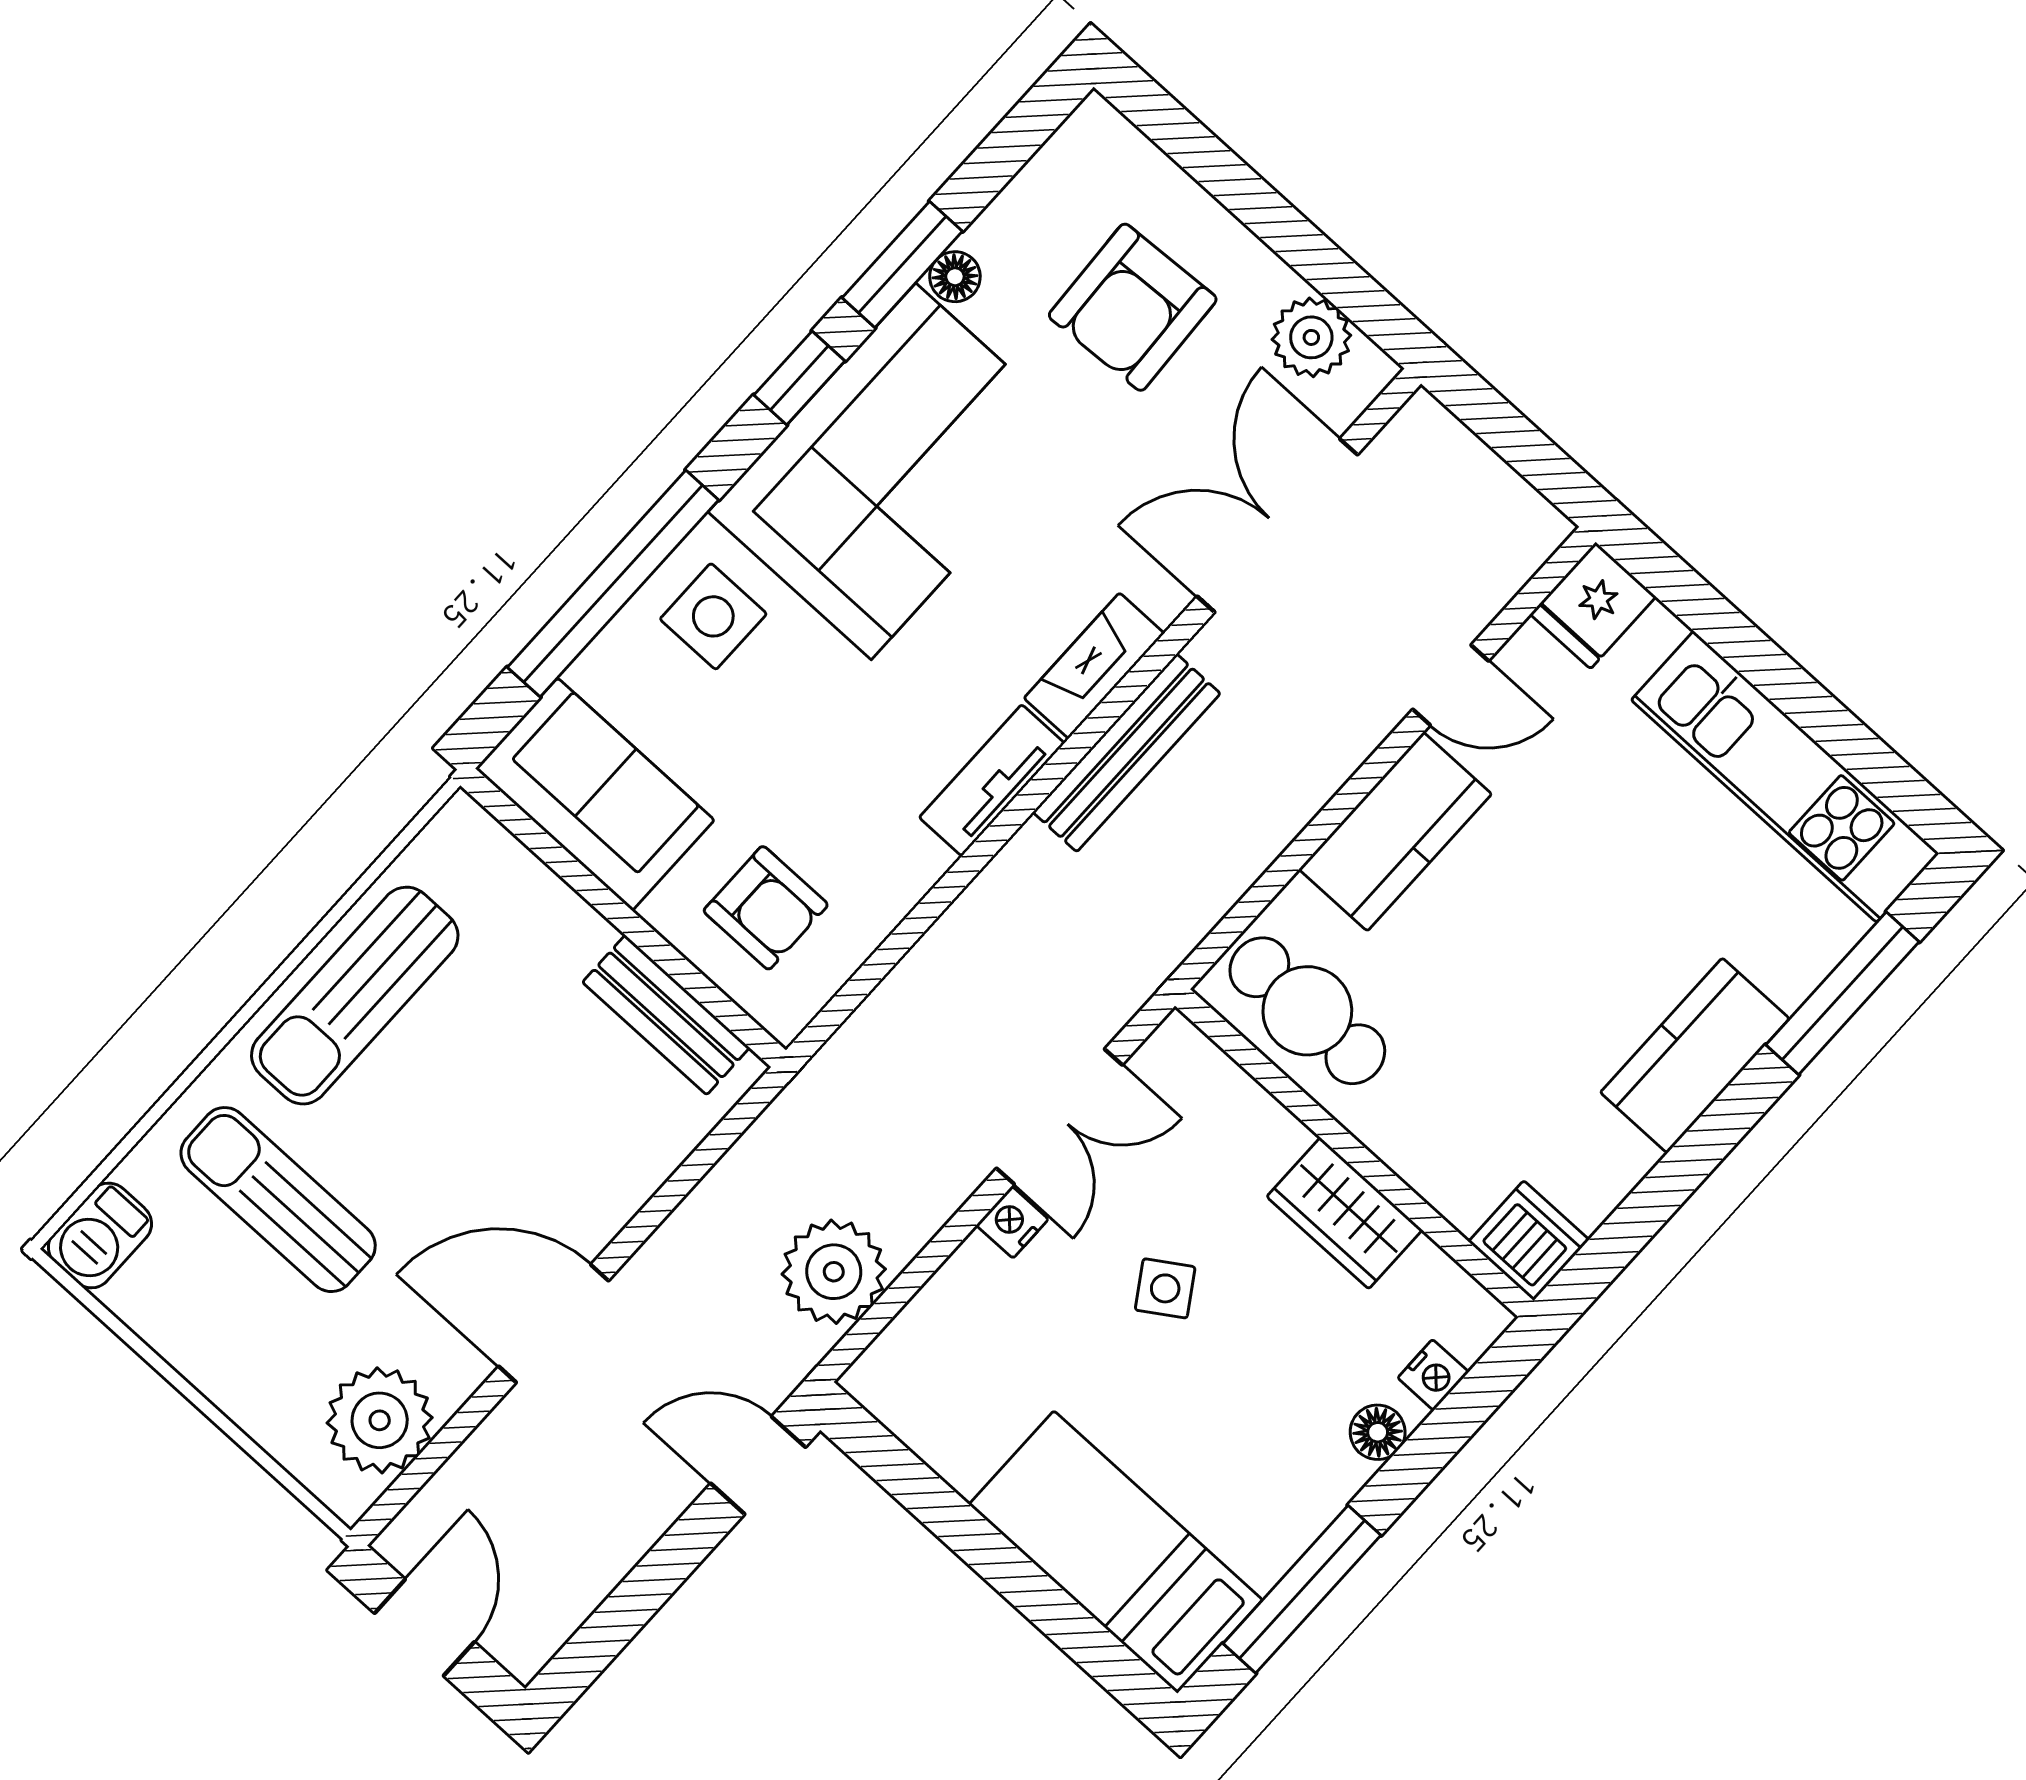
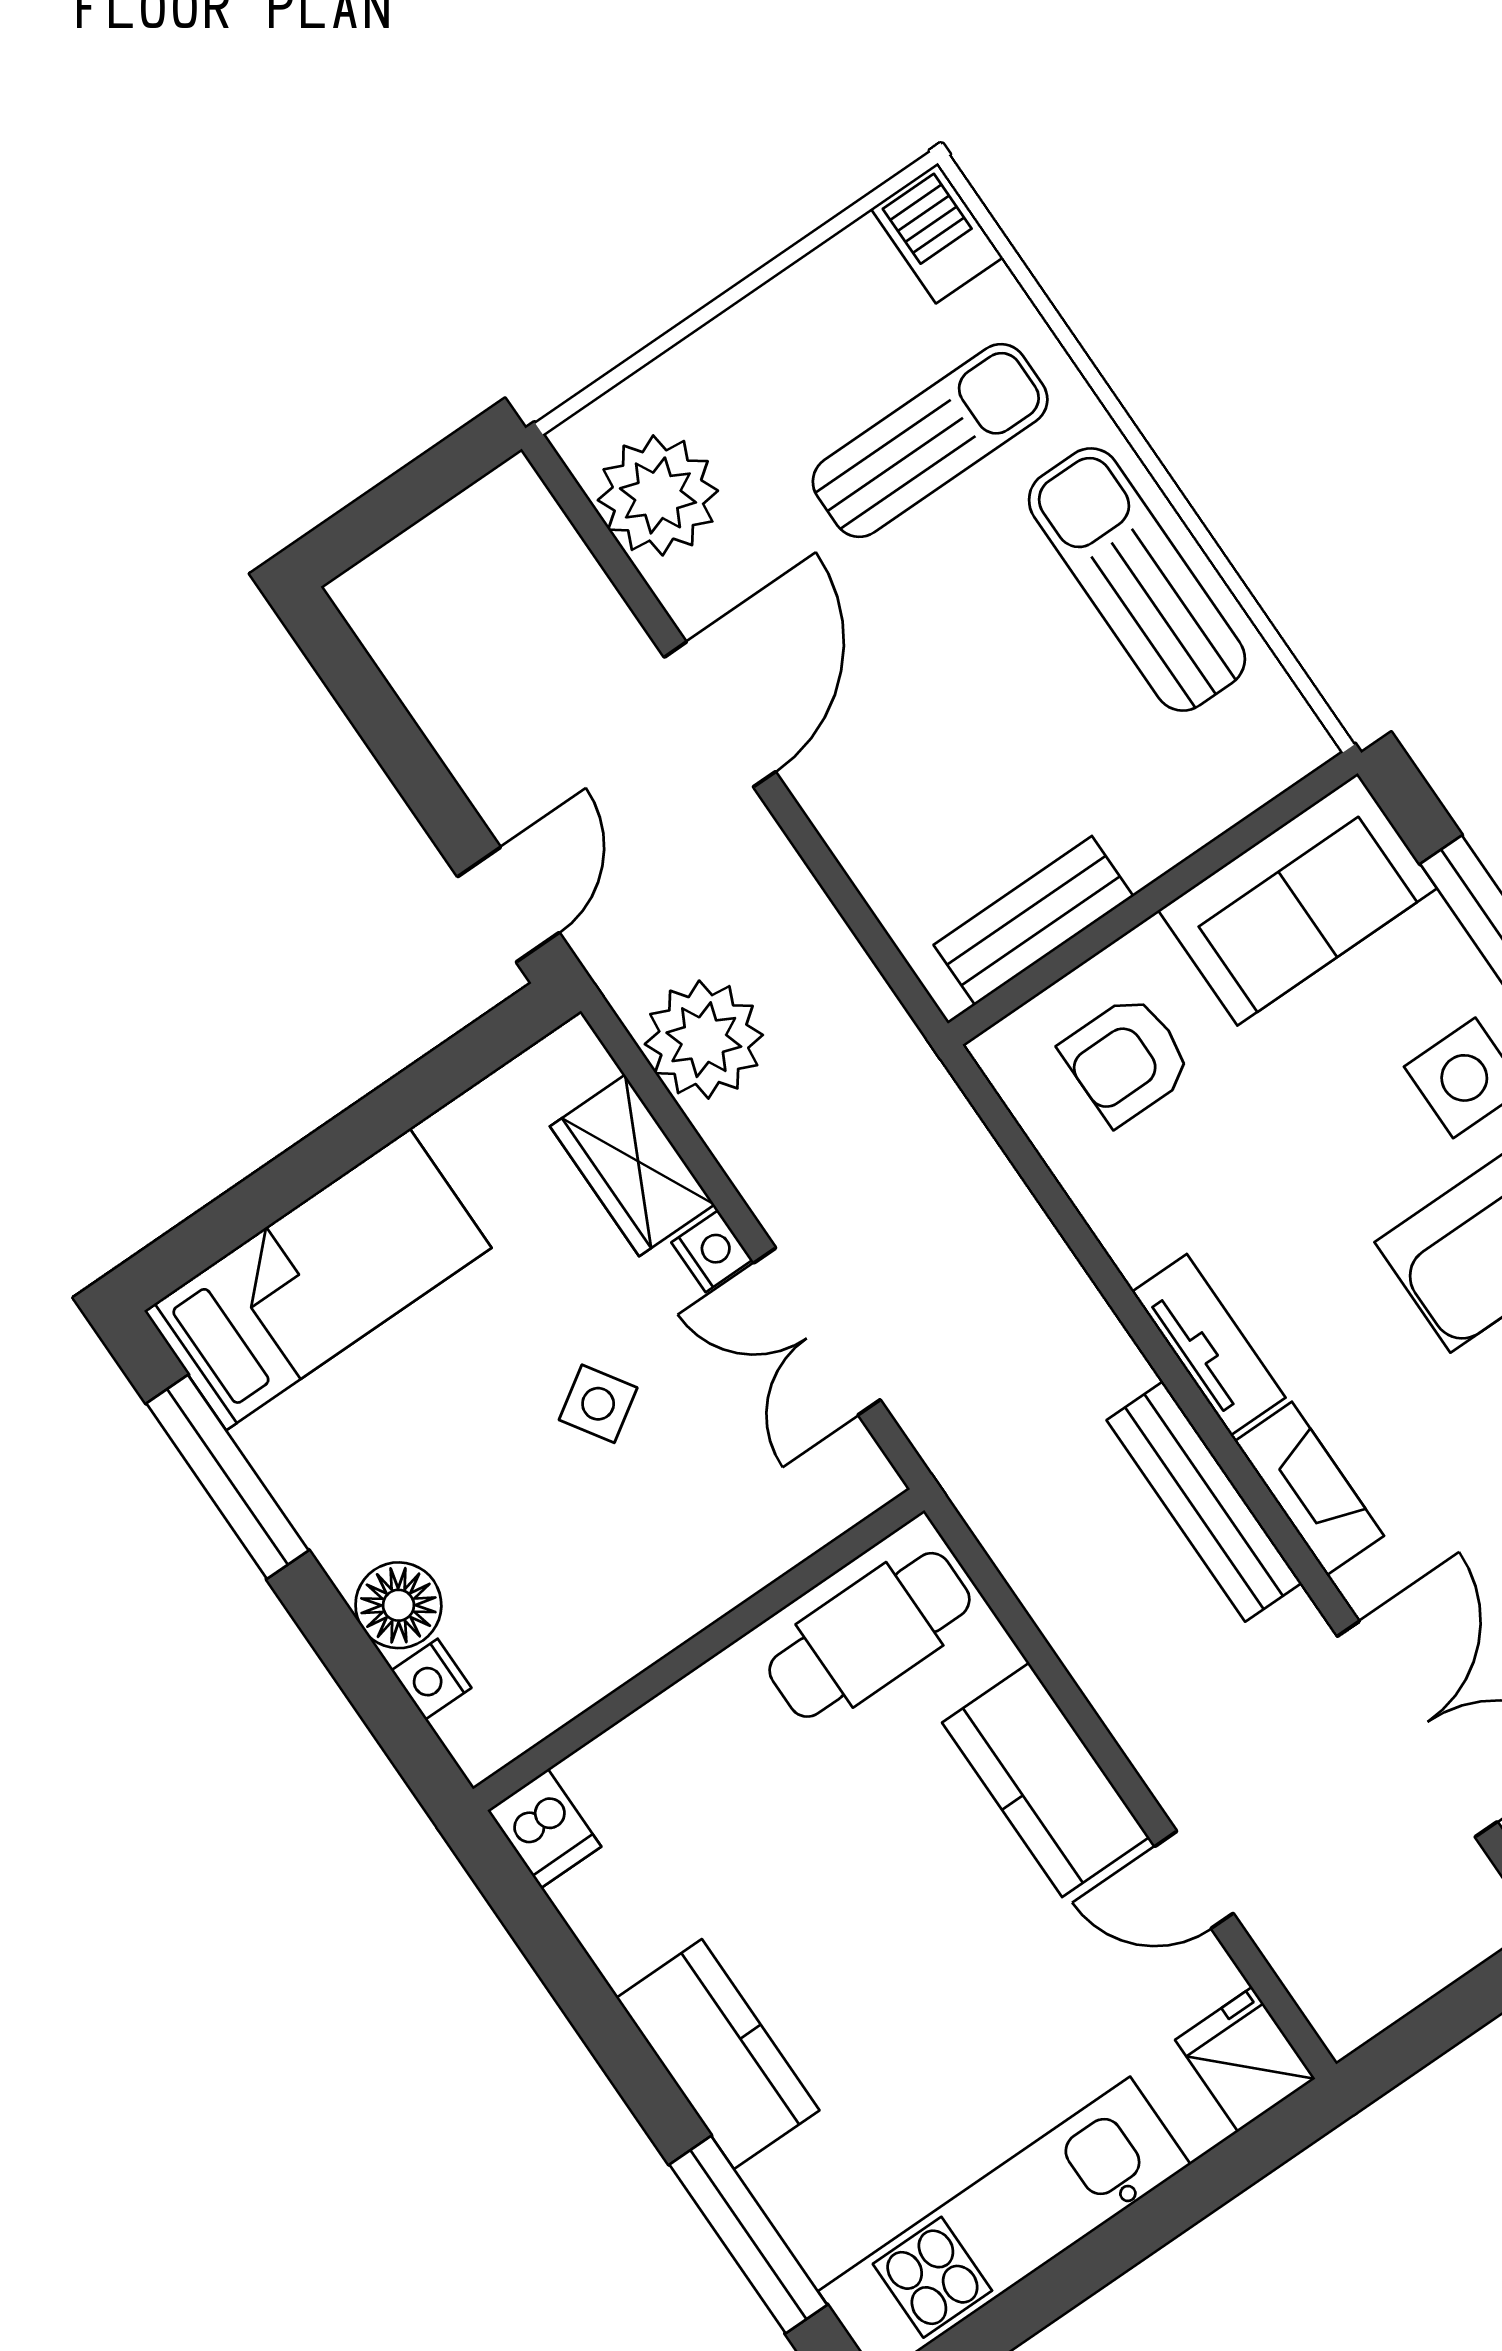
door: (1451, 685) -> (1194, 1880), hinge flipped
wardrobe: (1344, 1213) -> (632, 1165), moved, turned -90
dishwasher: (1529, 1241) -> (544, 1829), width x0.73
floor lamp: (1378, 1432) -> (398, 1605), width x1.37, depth x1.37
door: (424, 1628) -> (416, 491), removed

